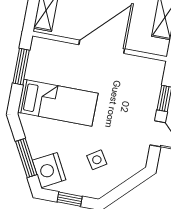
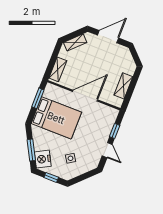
bed: (58, 103) -> (56, 118), width x1.50

